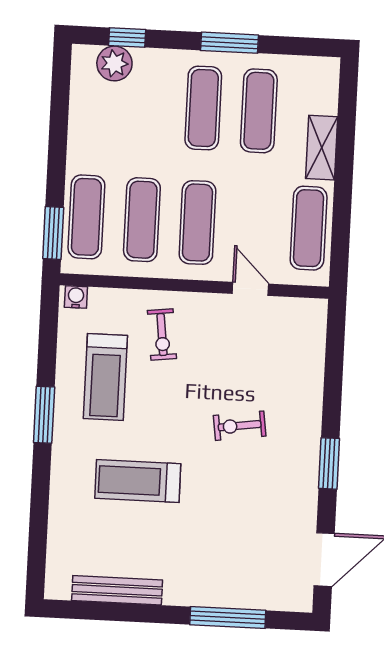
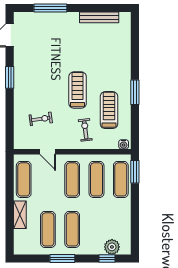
exercise bike: (240, 426) -> (41, 119), moved
treadmill: (138, 481) -> (78, 90), moved, turned -90

